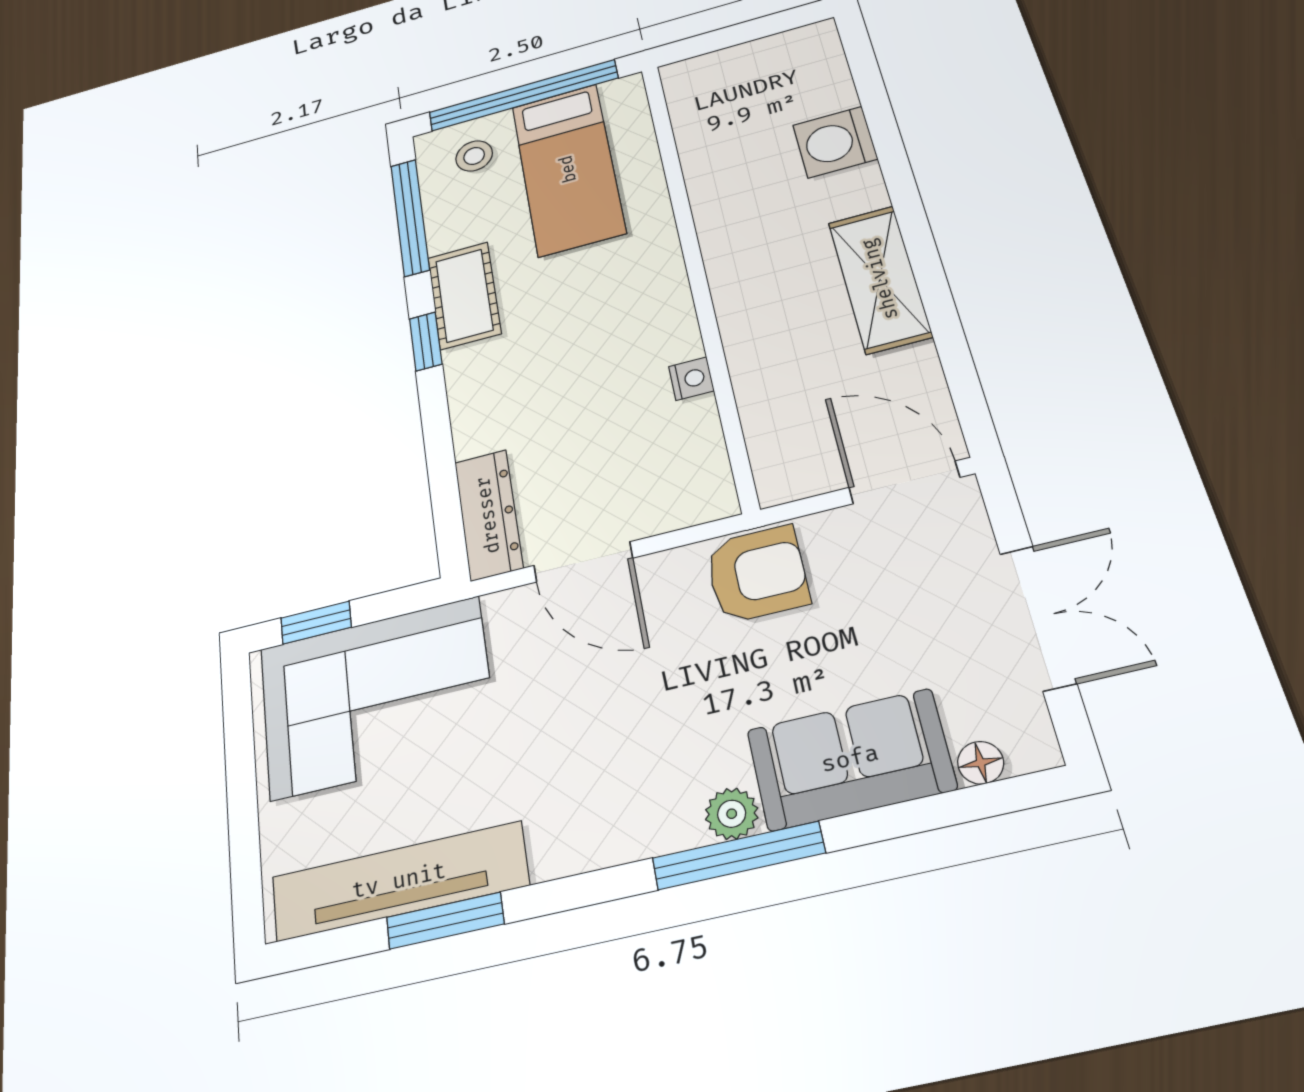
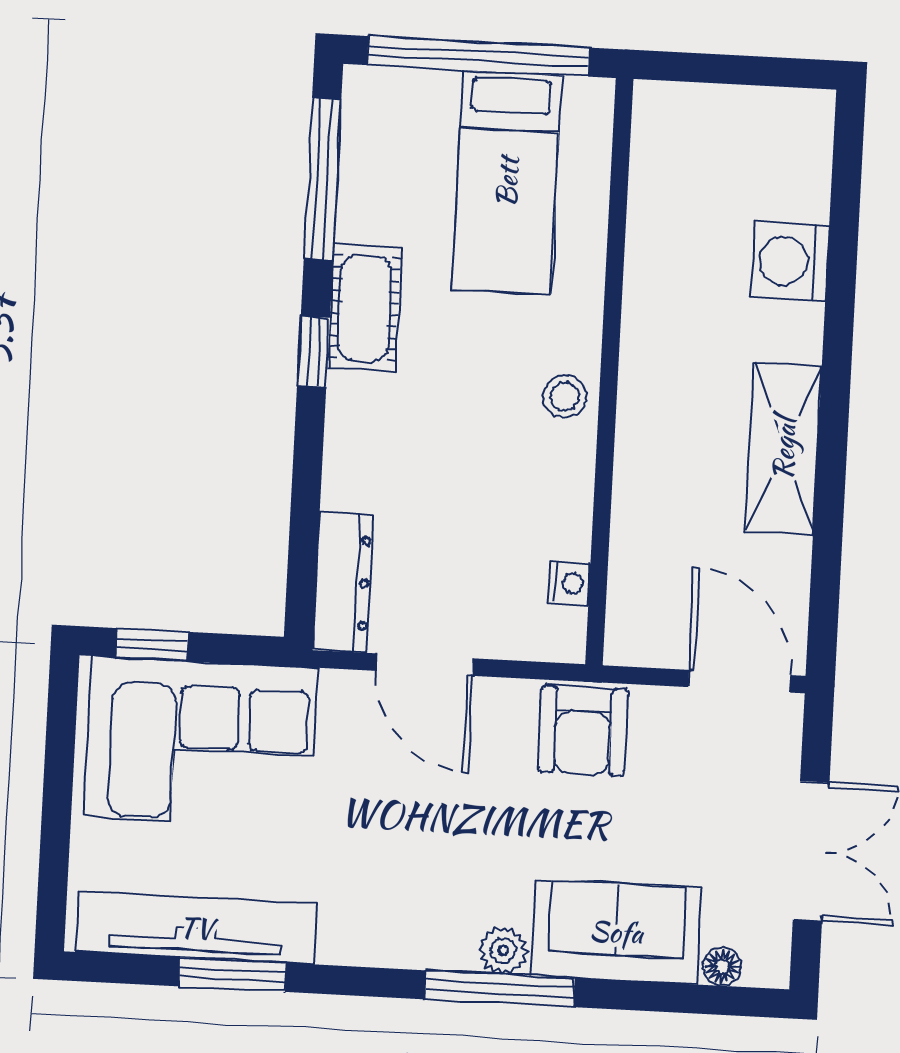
stool: (474, 156) -> (565, 396), moved
nightstand: (691, 379) -> (570, 583), moved
armchair: (757, 574) -> (583, 730), turned 90

